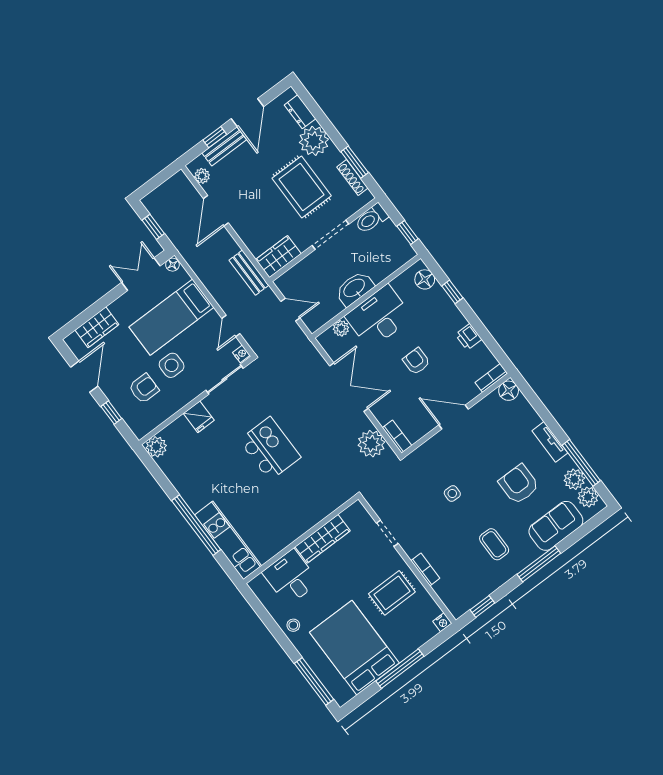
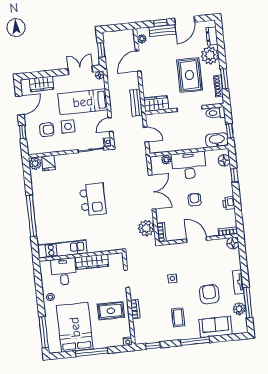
washbasin: (354, 288) -> (217, 140), moved
fridge: (199, 417) -> (49, 163), moved
plant: (588, 497) -> (241, 322), removed
kitchen unit: (228, 540) -> (62, 249), moved, turned -90

